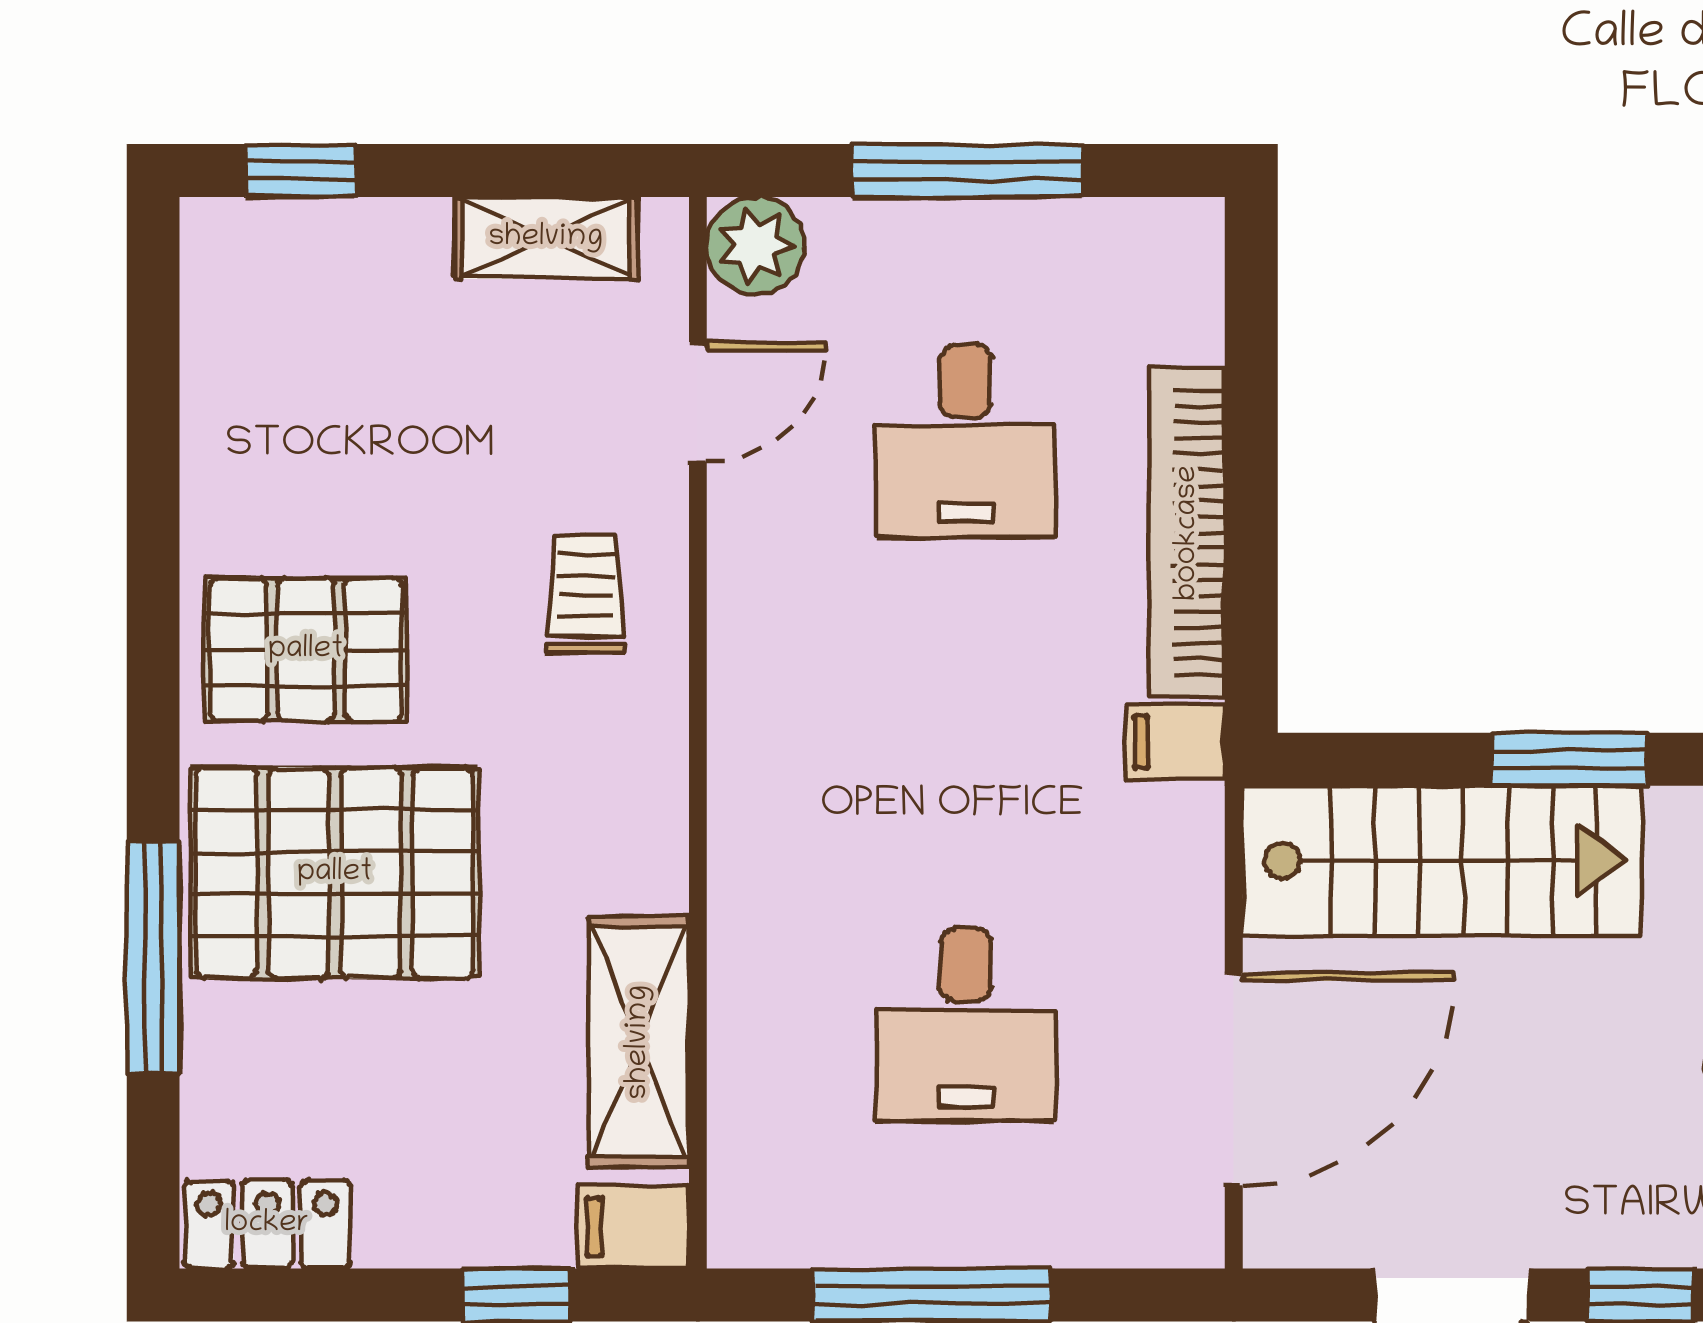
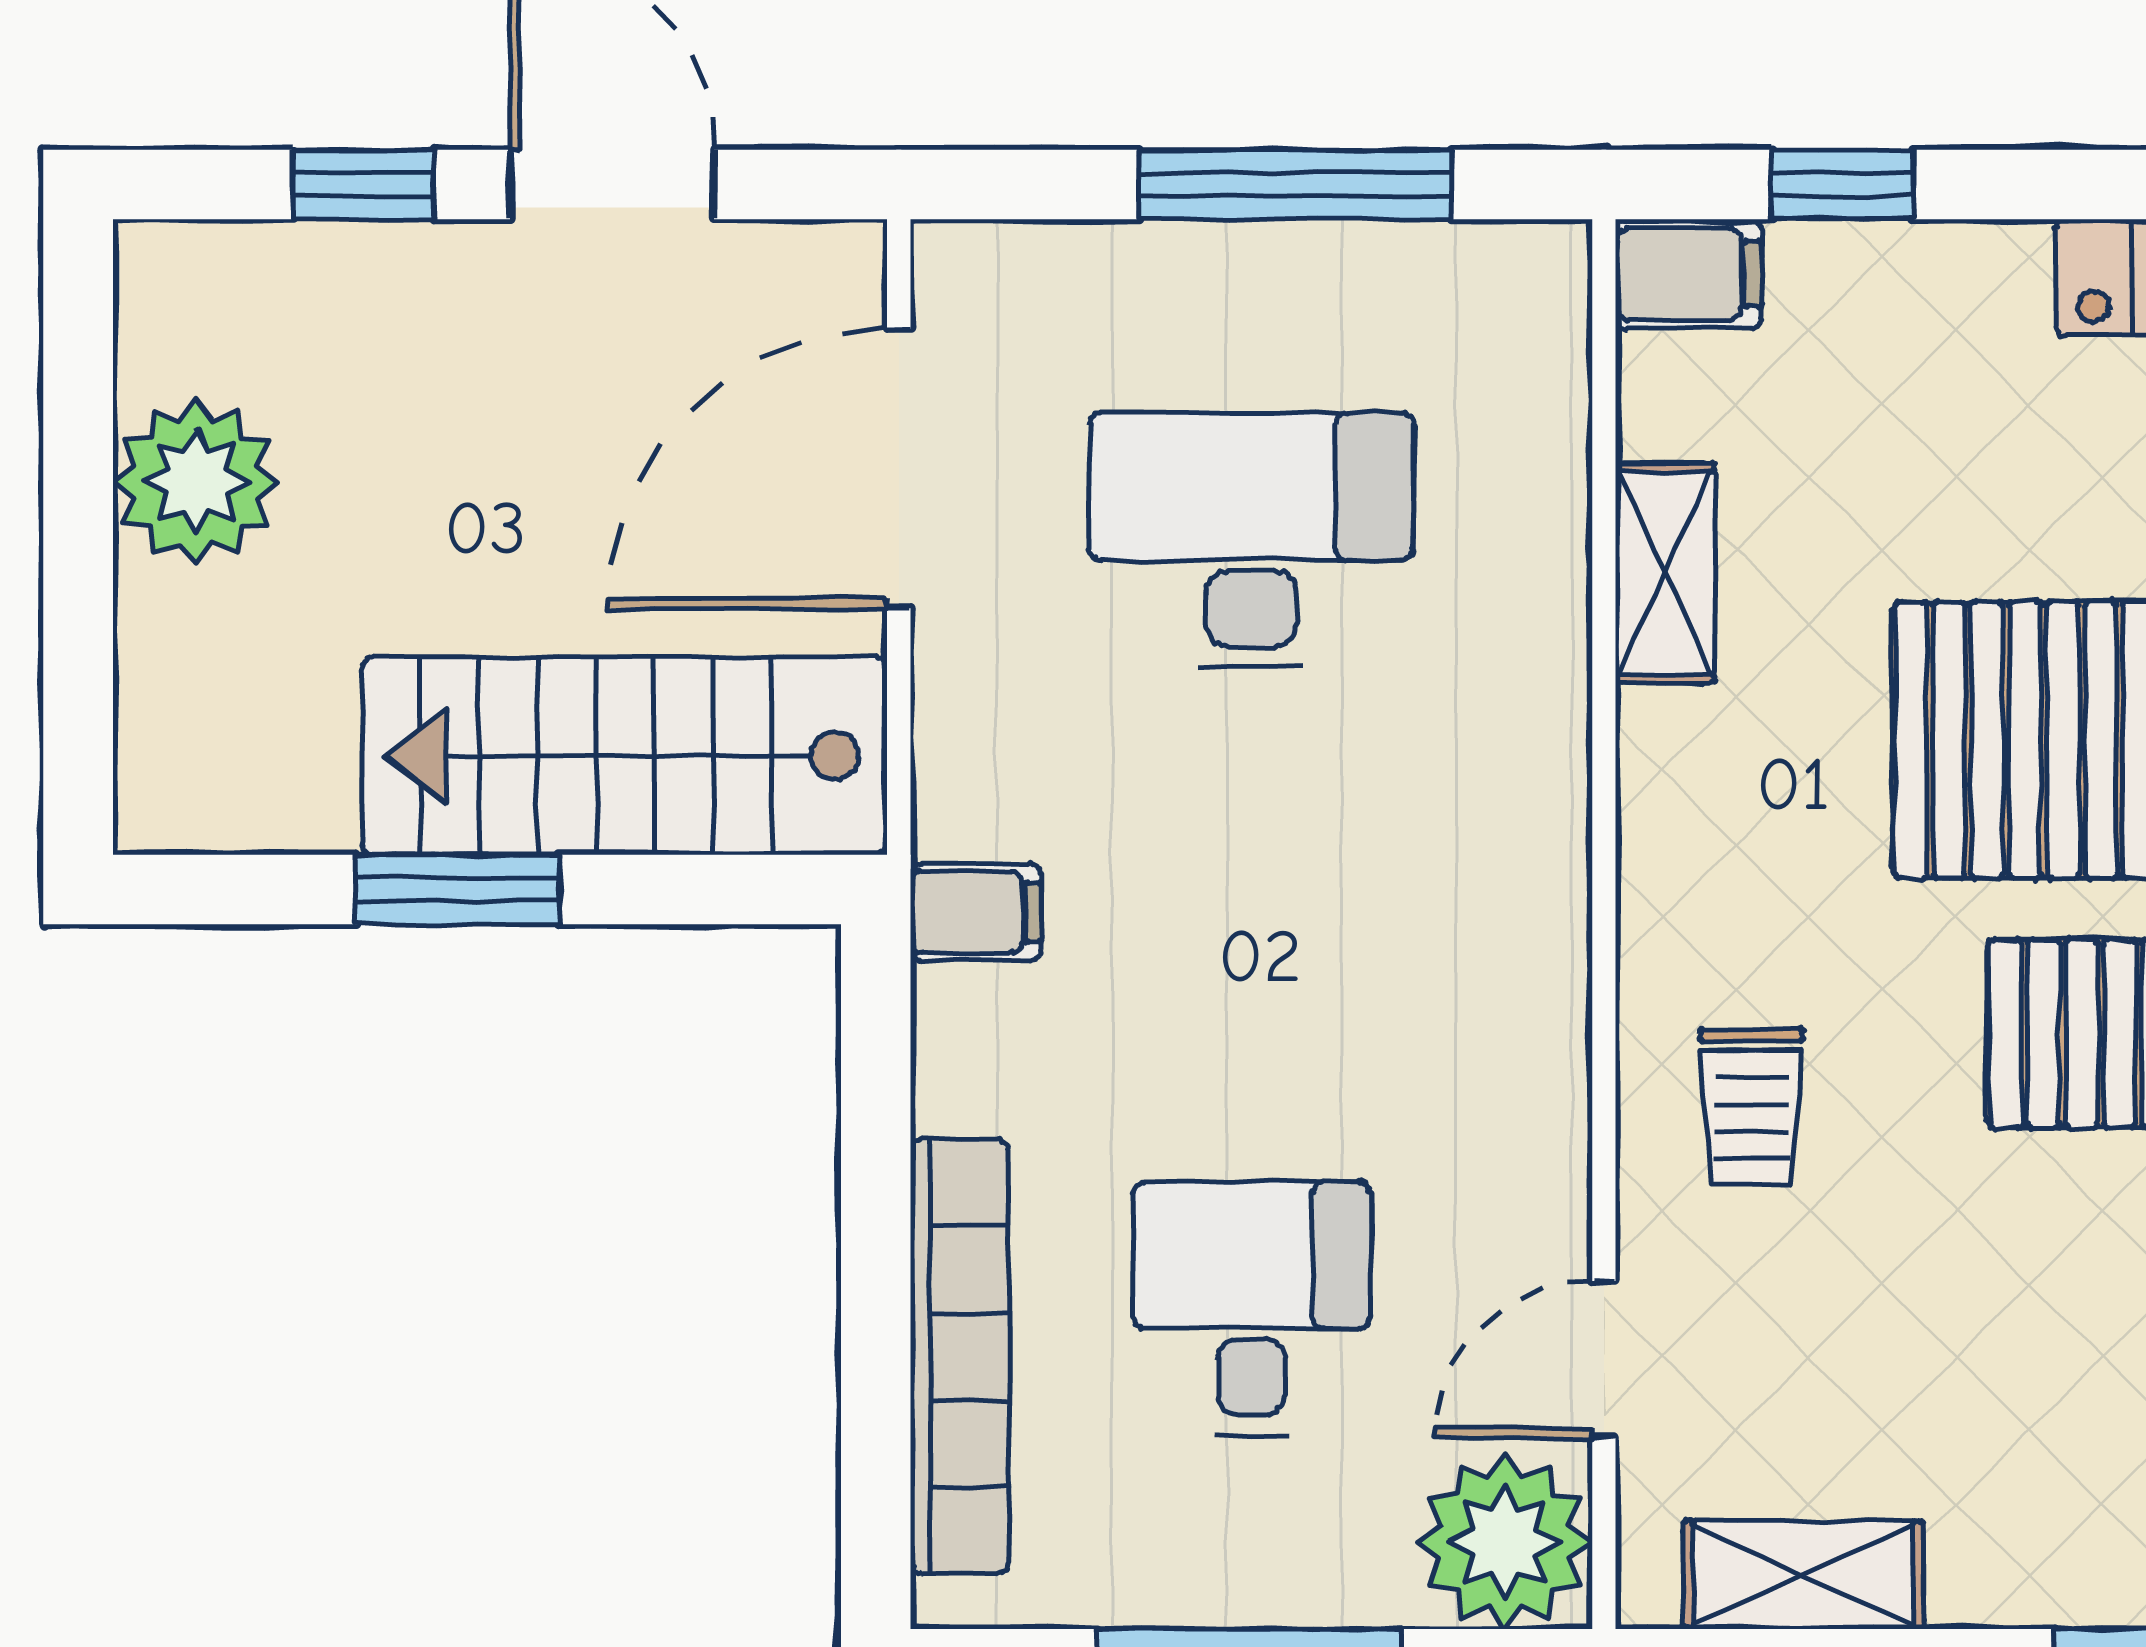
plant: (755, 246) -> (1505, 1542), width x1.36, depth x1.36
bookcase: (1188, 533) -> (960, 1356), moved
desk: (966, 1025) -> (1251, 540), width x1.37
shelving: (639, 1042) -> (1665, 573), width x0.67, depth x0.75

